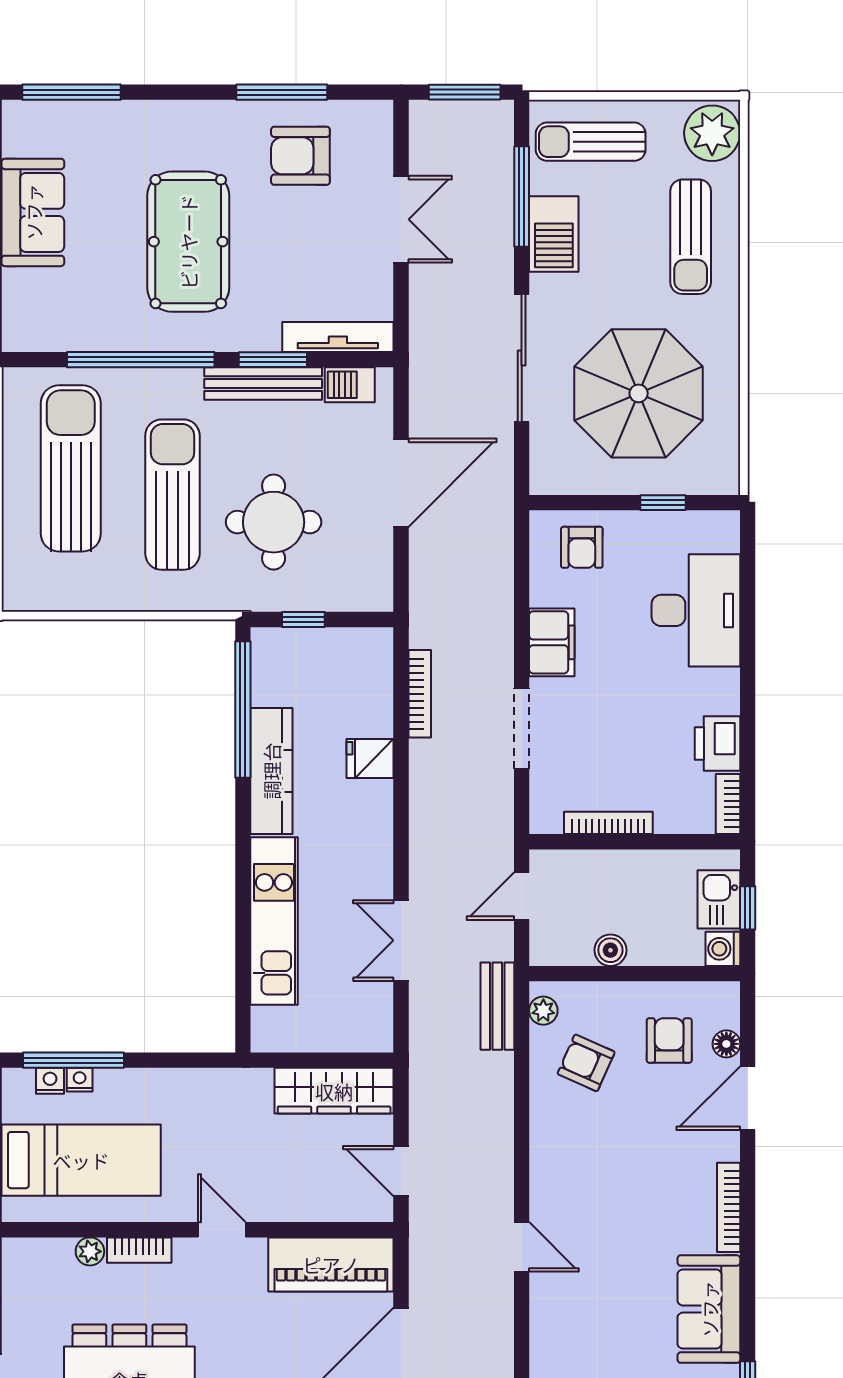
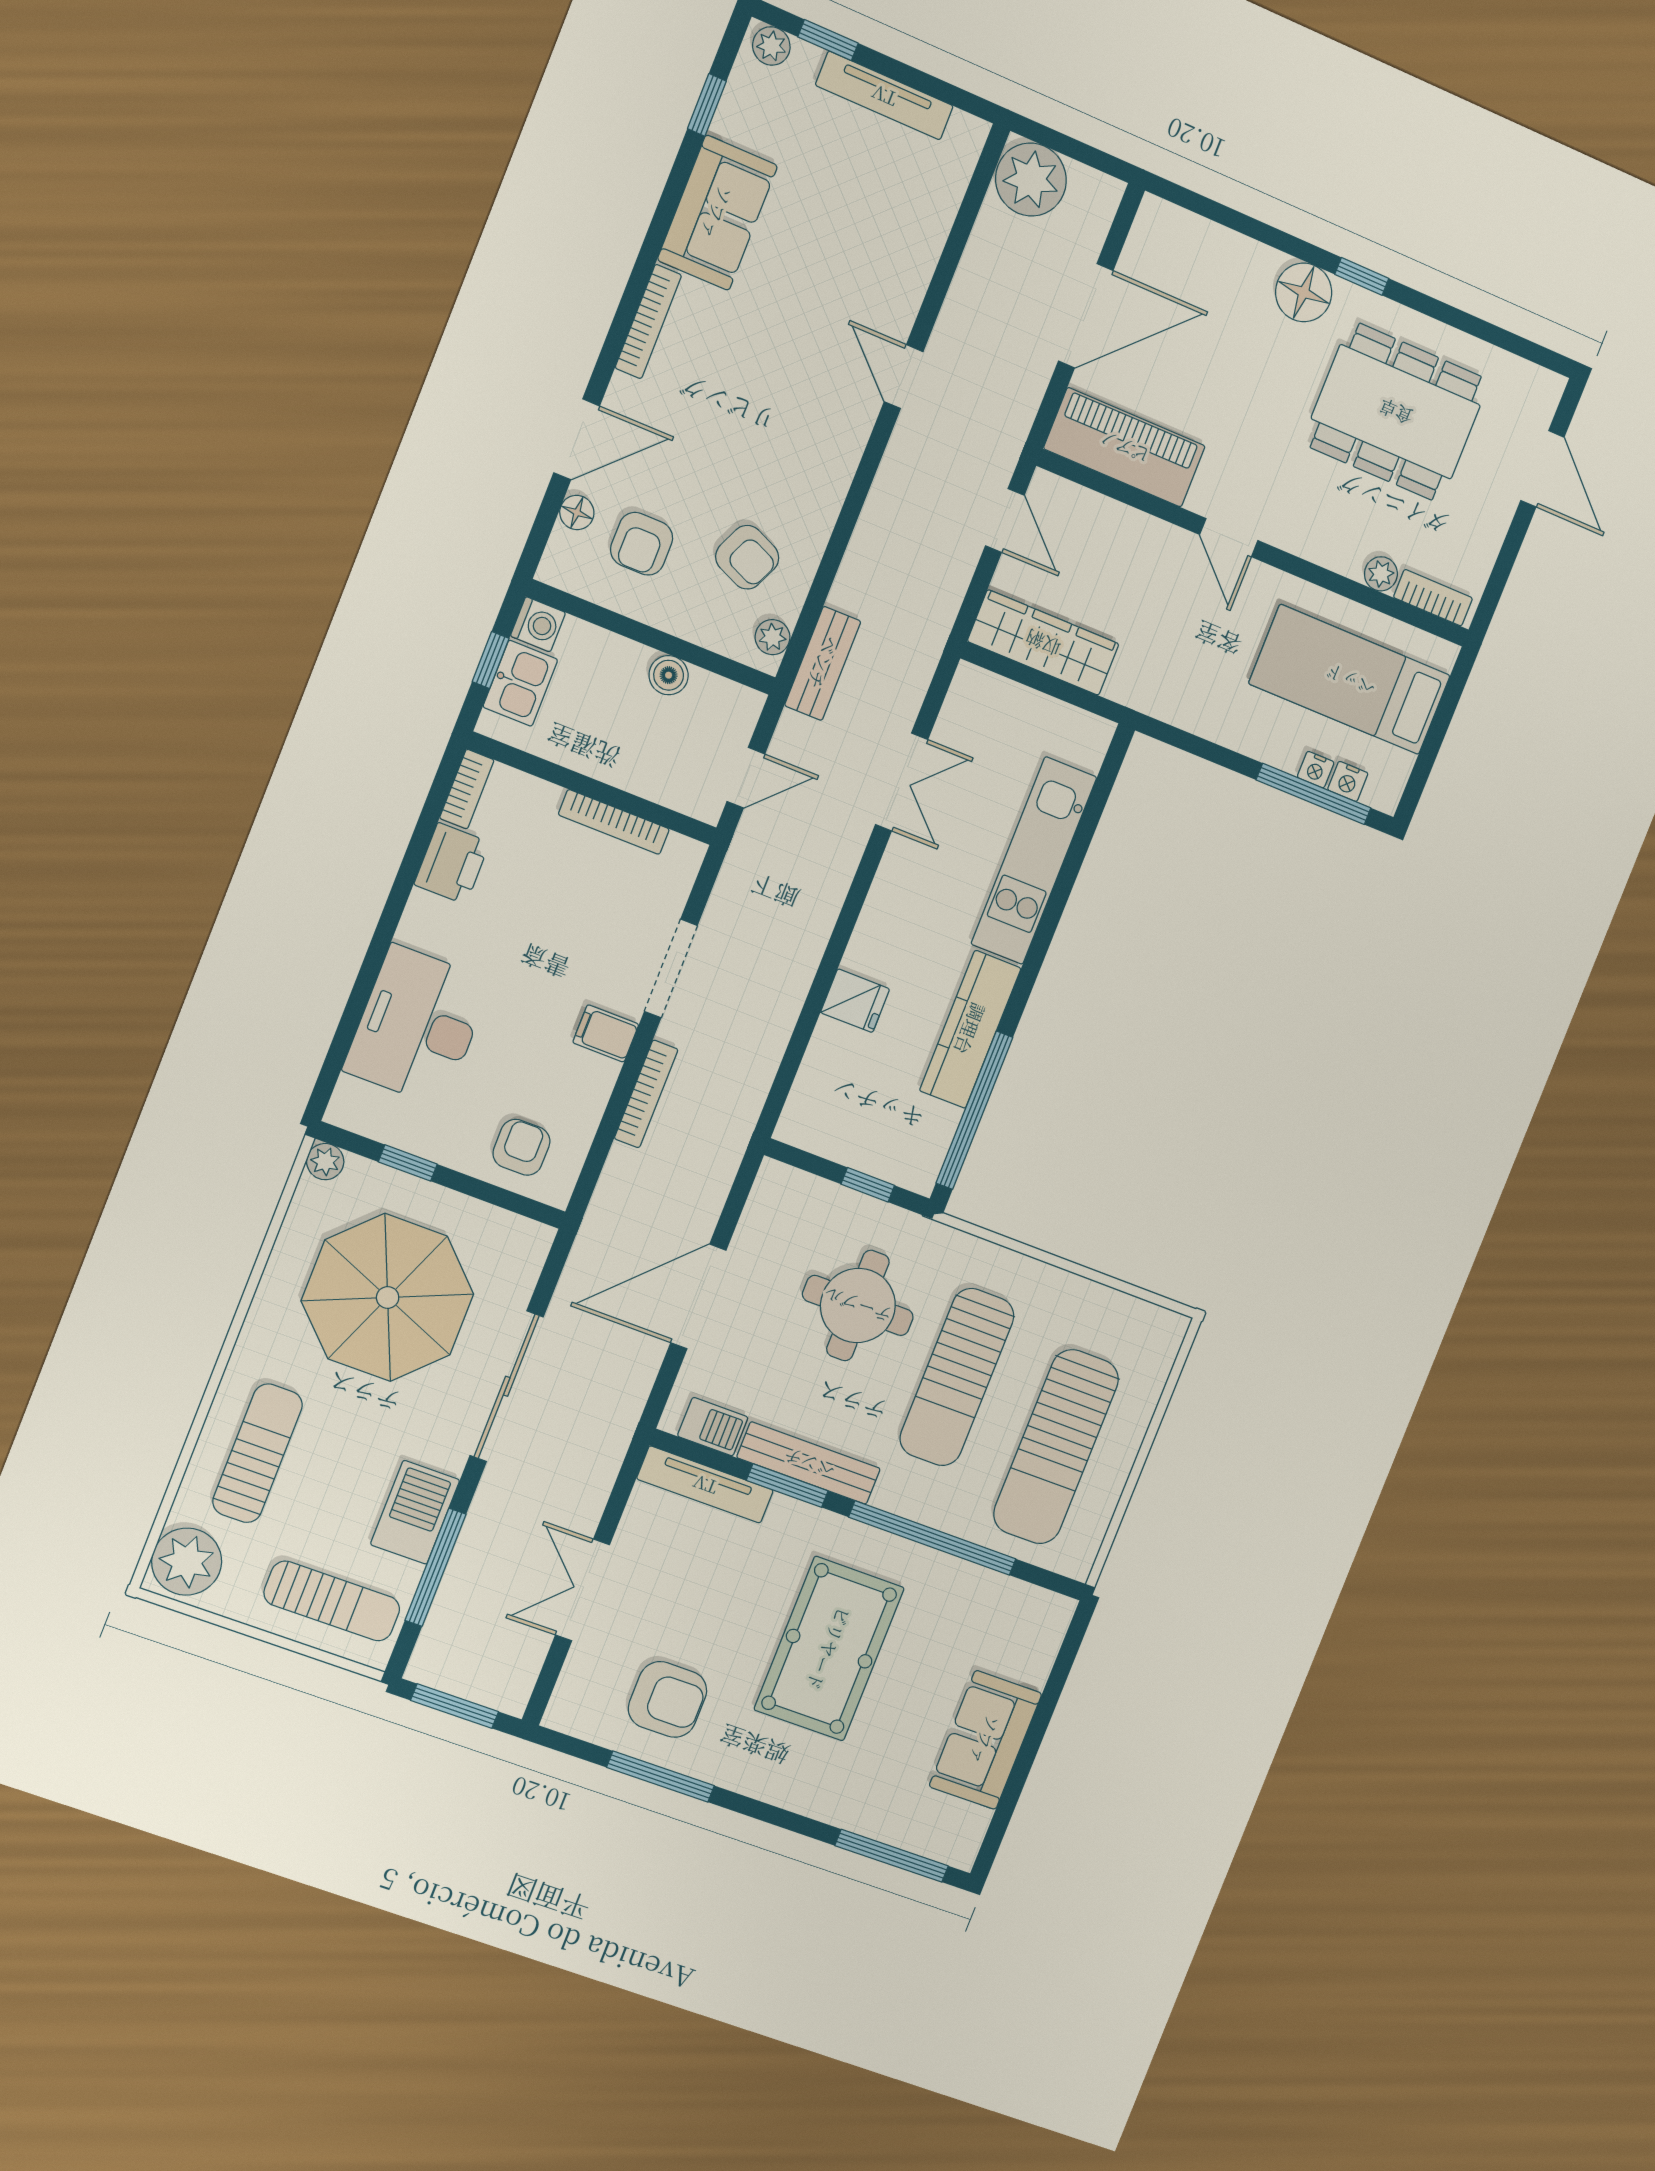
plant: (725, 480) -> (325, 1162), added
filing cabinet: (552, 642) -> (606, 1033), width x0.50
bookcase: (420, 694) -> (646, 1094), moved, turned 180
bookcase: (139, 1250) -> (1433, 598), moved

